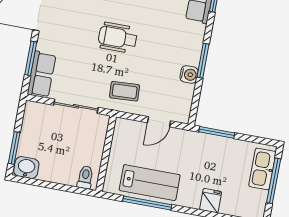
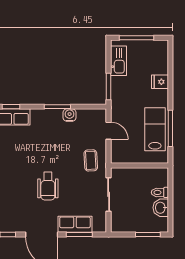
wheelchair: (118, 38) -> (48, 186), moved
row of seats: (41, 74) -> (75, 224), moved
washbasin: (26, 168) -> (161, 208), moved
kitchen sink: (262, 169) -> (119, 61), moved, turned -90
toilet: (85, 177) -> (160, 192), moved

